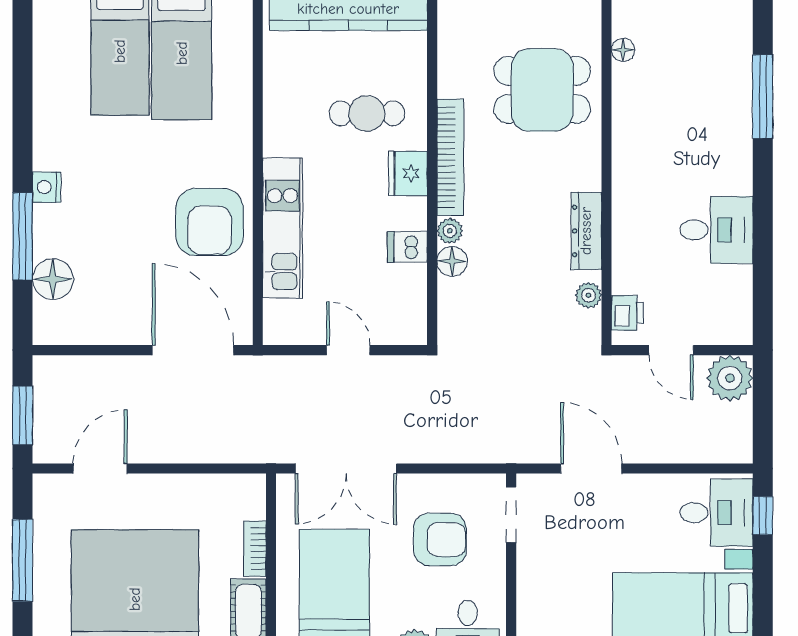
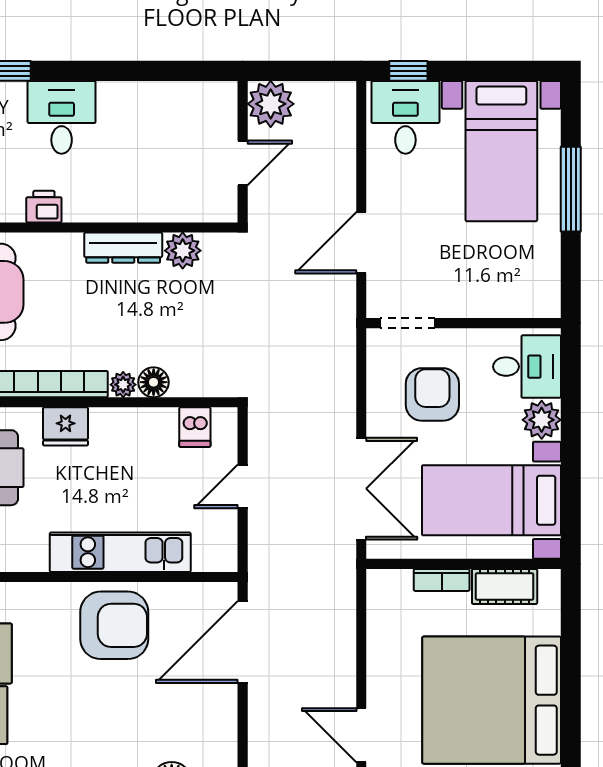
desk: (716, 230) -> (62, 117), moved
dishwasher: (407, 247) -> (195, 427), moved
plant: (588, 295) -> (183, 251), width x1.38, depth x1.38
printer: (627, 313) -> (44, 207), moved

